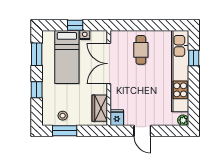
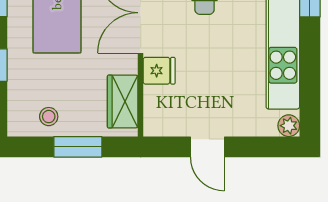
fridge: (117, 118) -> (159, 71), moved, turned 90
window: (65, 131) -> (78, 147), moved

